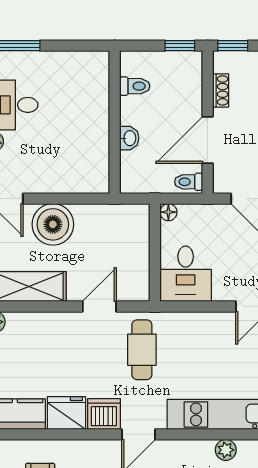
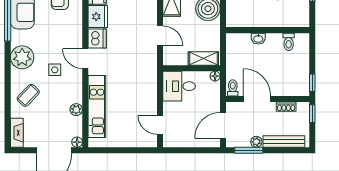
toilet: (135, 86) -> (289, 42), moved
wall: (115, 122) -> (268, 30), moved
washbasin: (129, 138) -> (258, 39), moved
shelving: (138, 232) -> (203, 59), added
cafe table: (142, 350) -> (135, 61), removed

